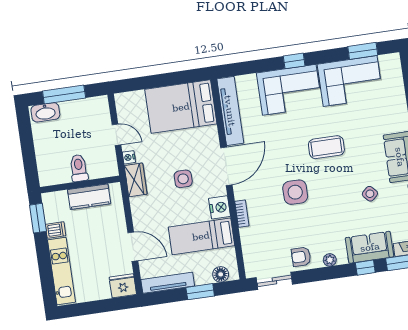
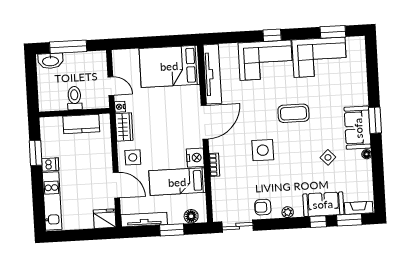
toilet: (79, 168) -> (74, 98), moved
side table: (183, 179) -> (133, 157), moved
wall: (80, 184) -> (74, 113), moved
kitchen counter: (89, 197) -> (81, 124), moved

